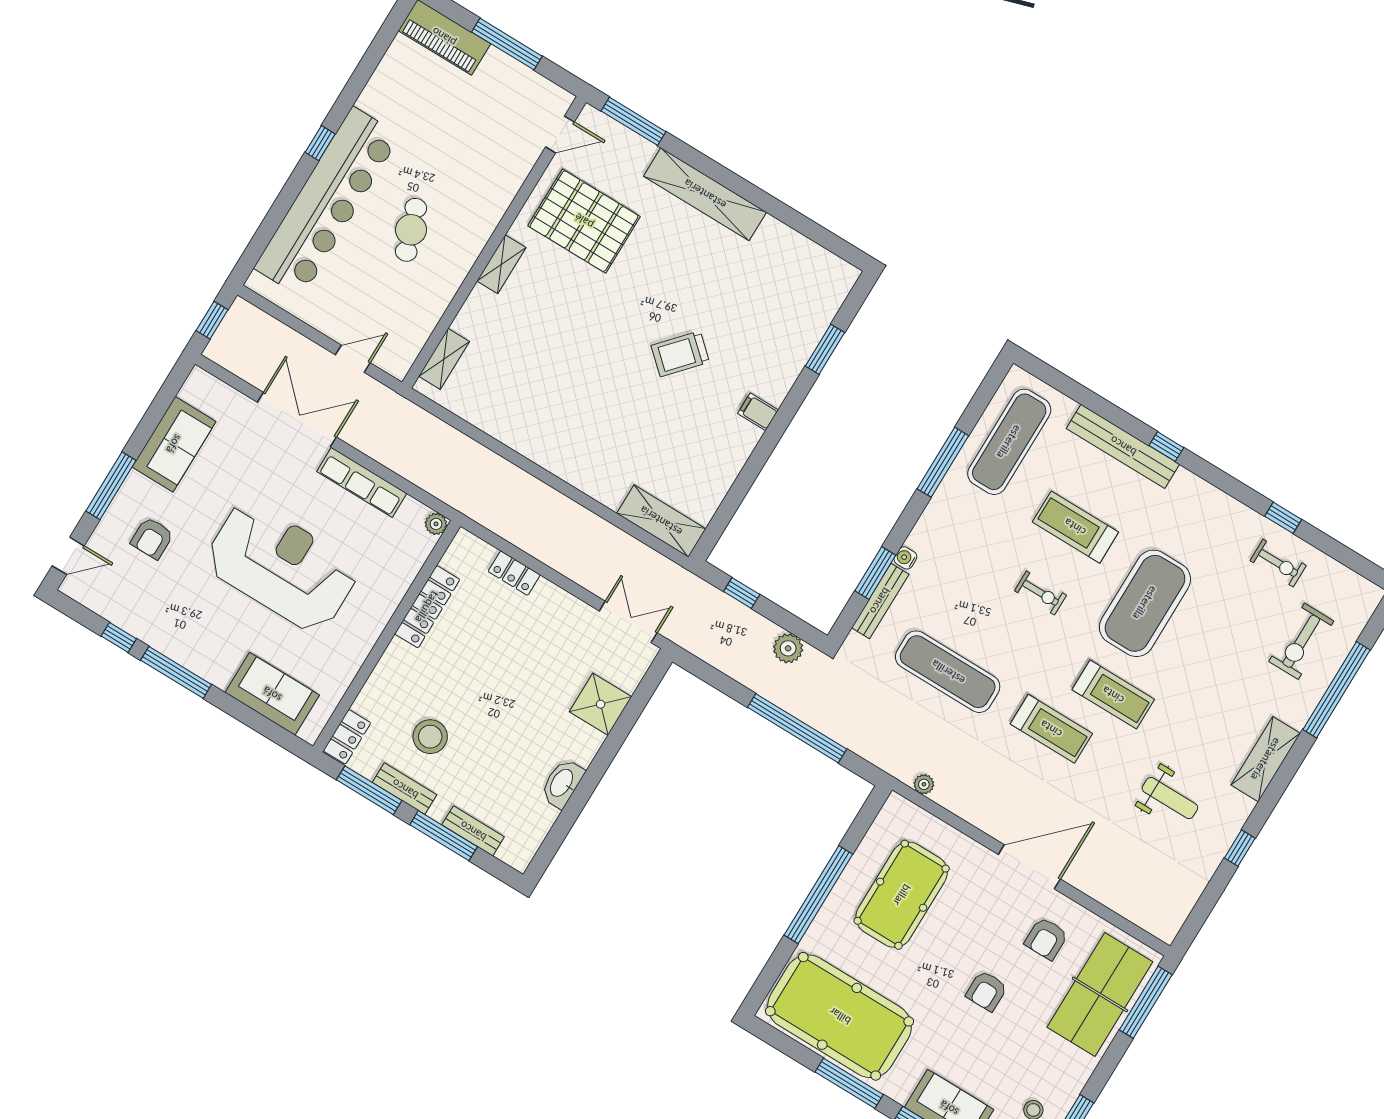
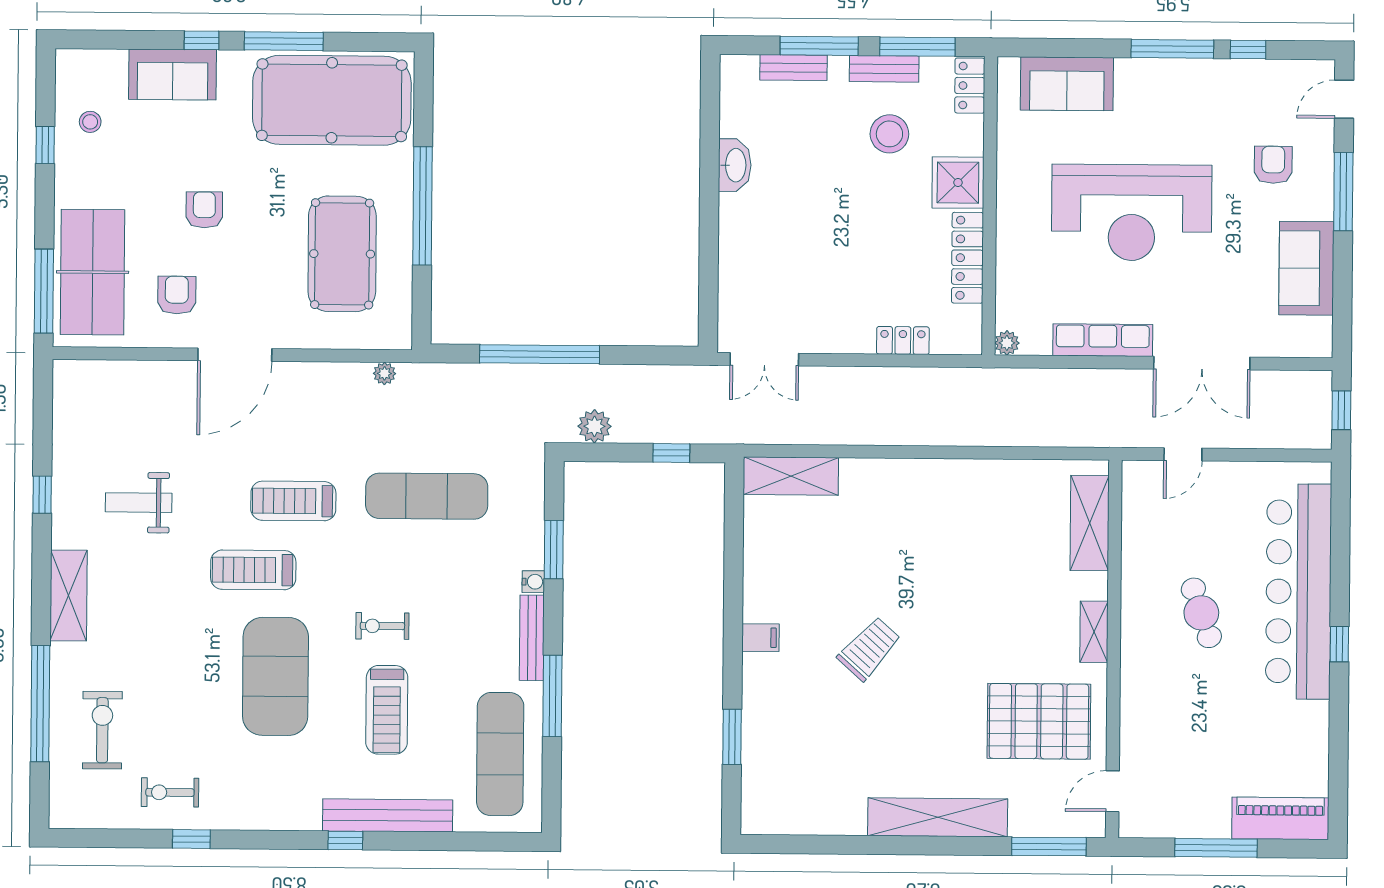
shelving: (444, 359) -> (1090, 523), width x1.50, depth x1.33
treadmill: (1075, 527) -> (387, 710), turned 90
bench: (880, 601) -> (532, 638), moved
shower: (601, 704) -> (958, 183), moved

